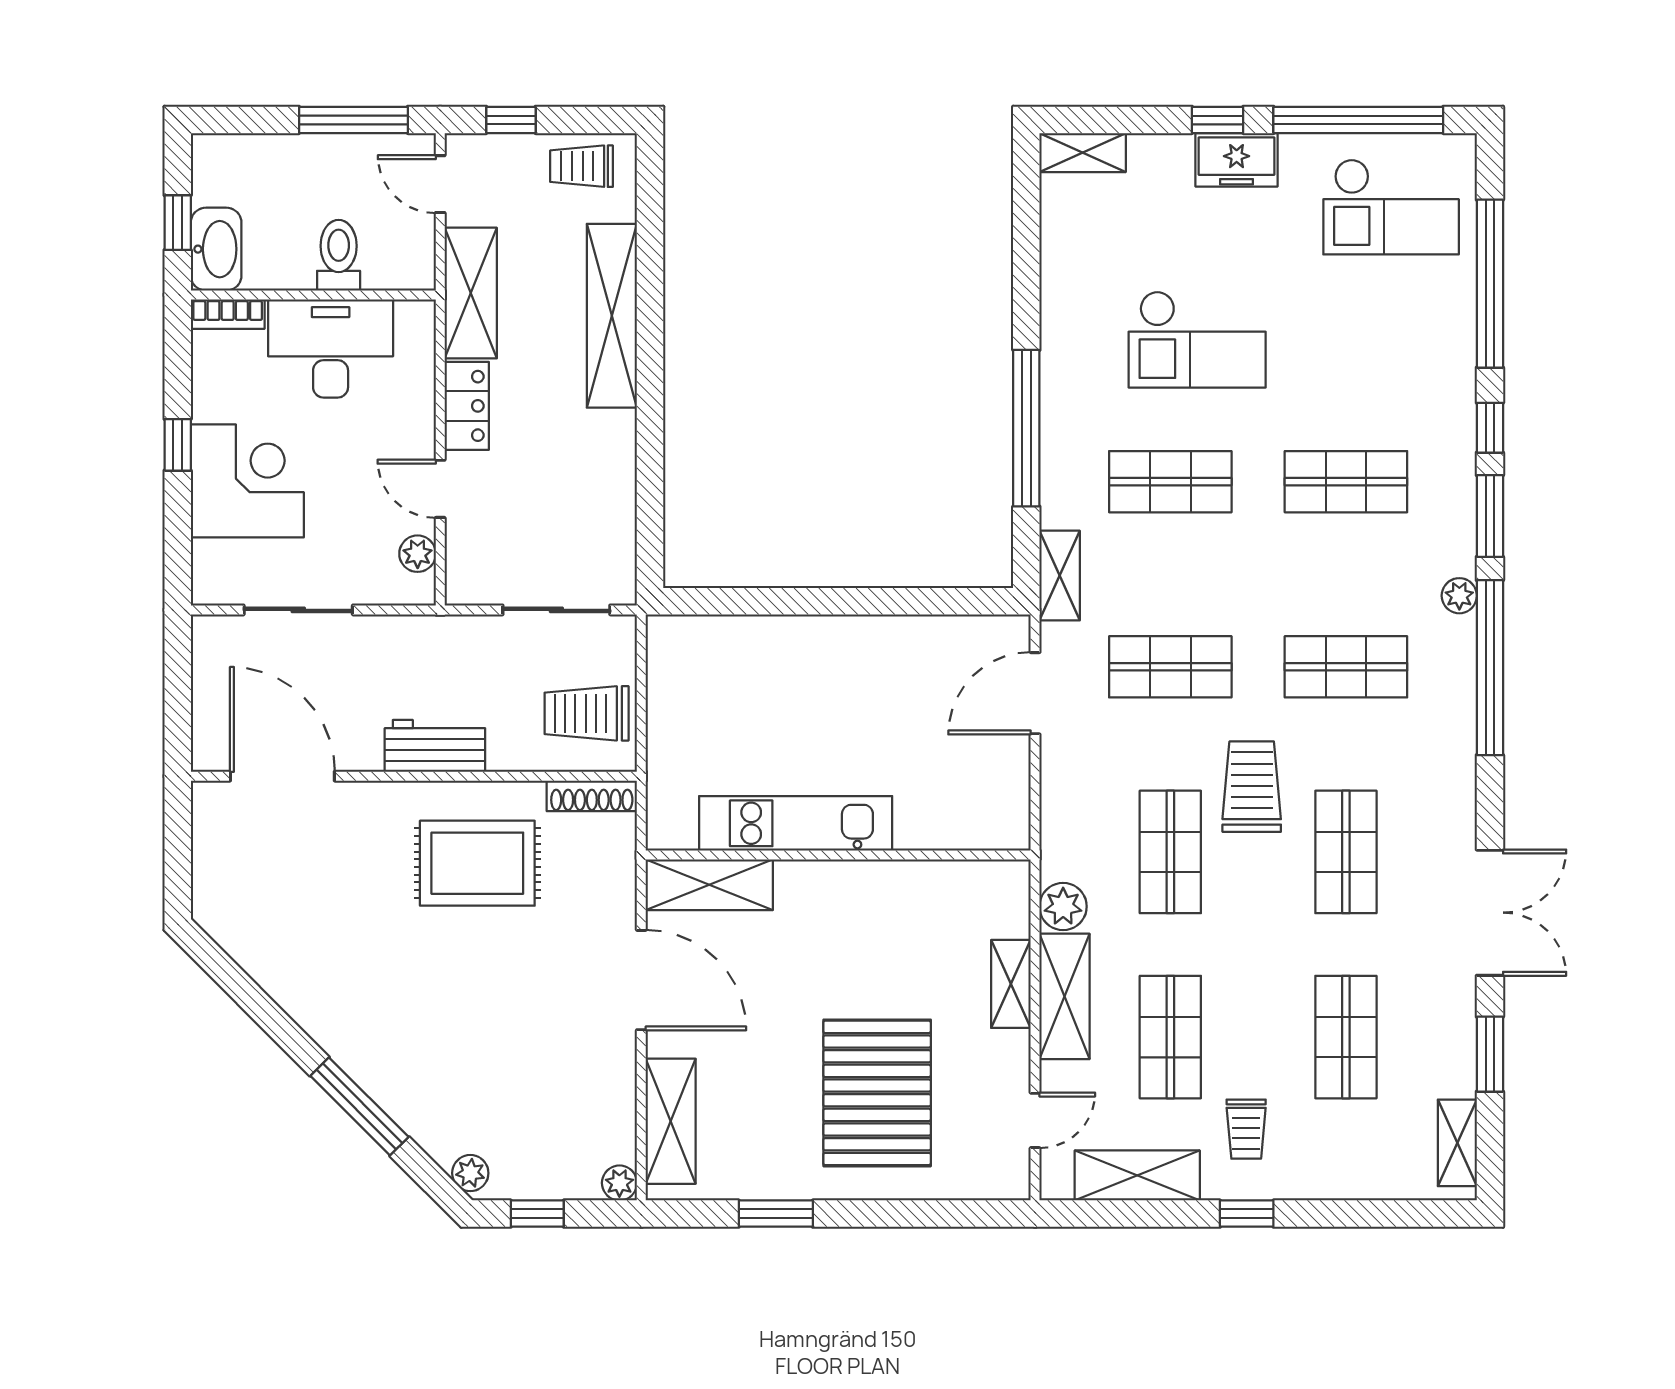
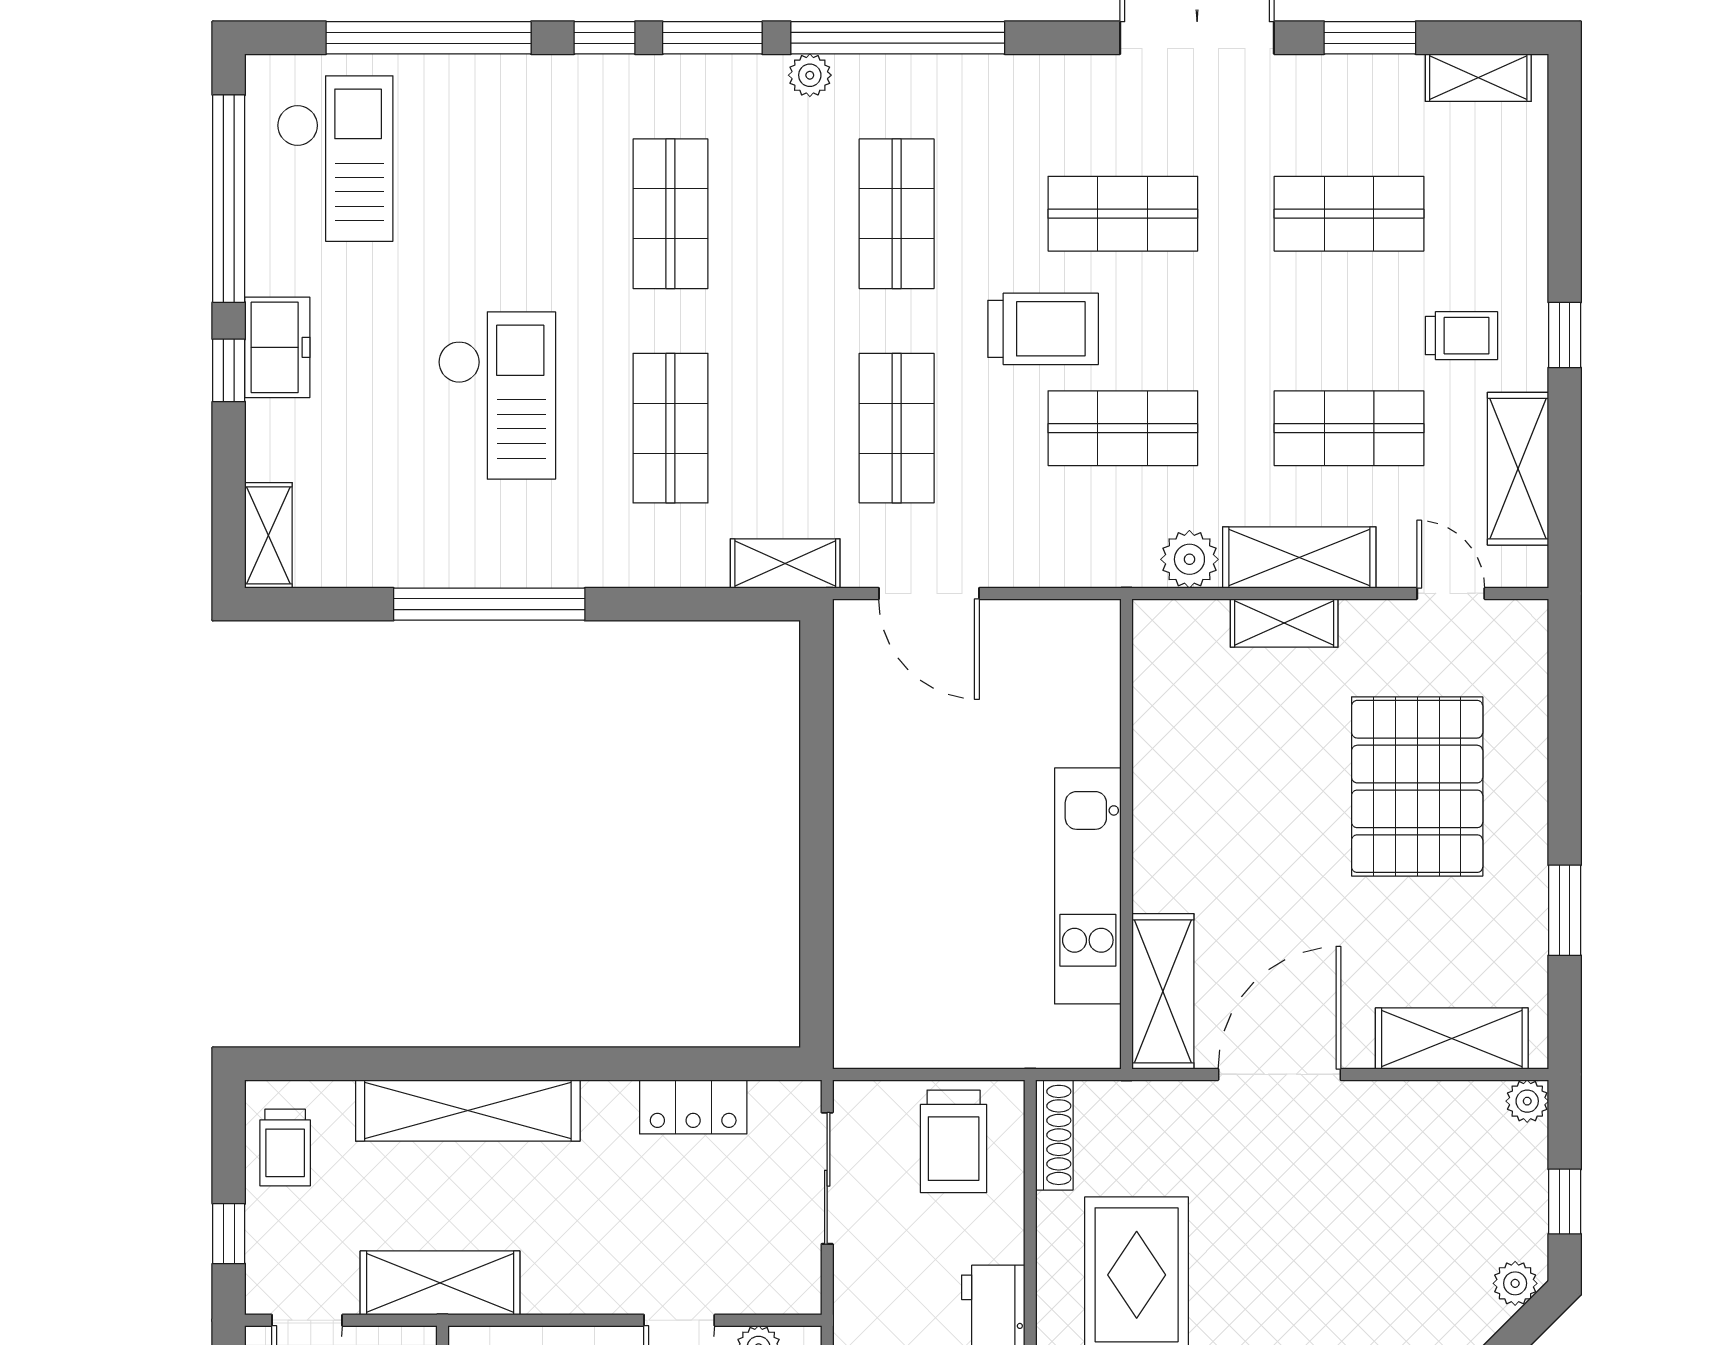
locker: (467, 406) -> (693, 1107), moved, turned 180
window: (1026, 428) -> (489, 604), moved
trolley: (1252, 787) -> (1043, 329), turned 180
pallet: (877, 1093) -> (1417, 786), turned 90

